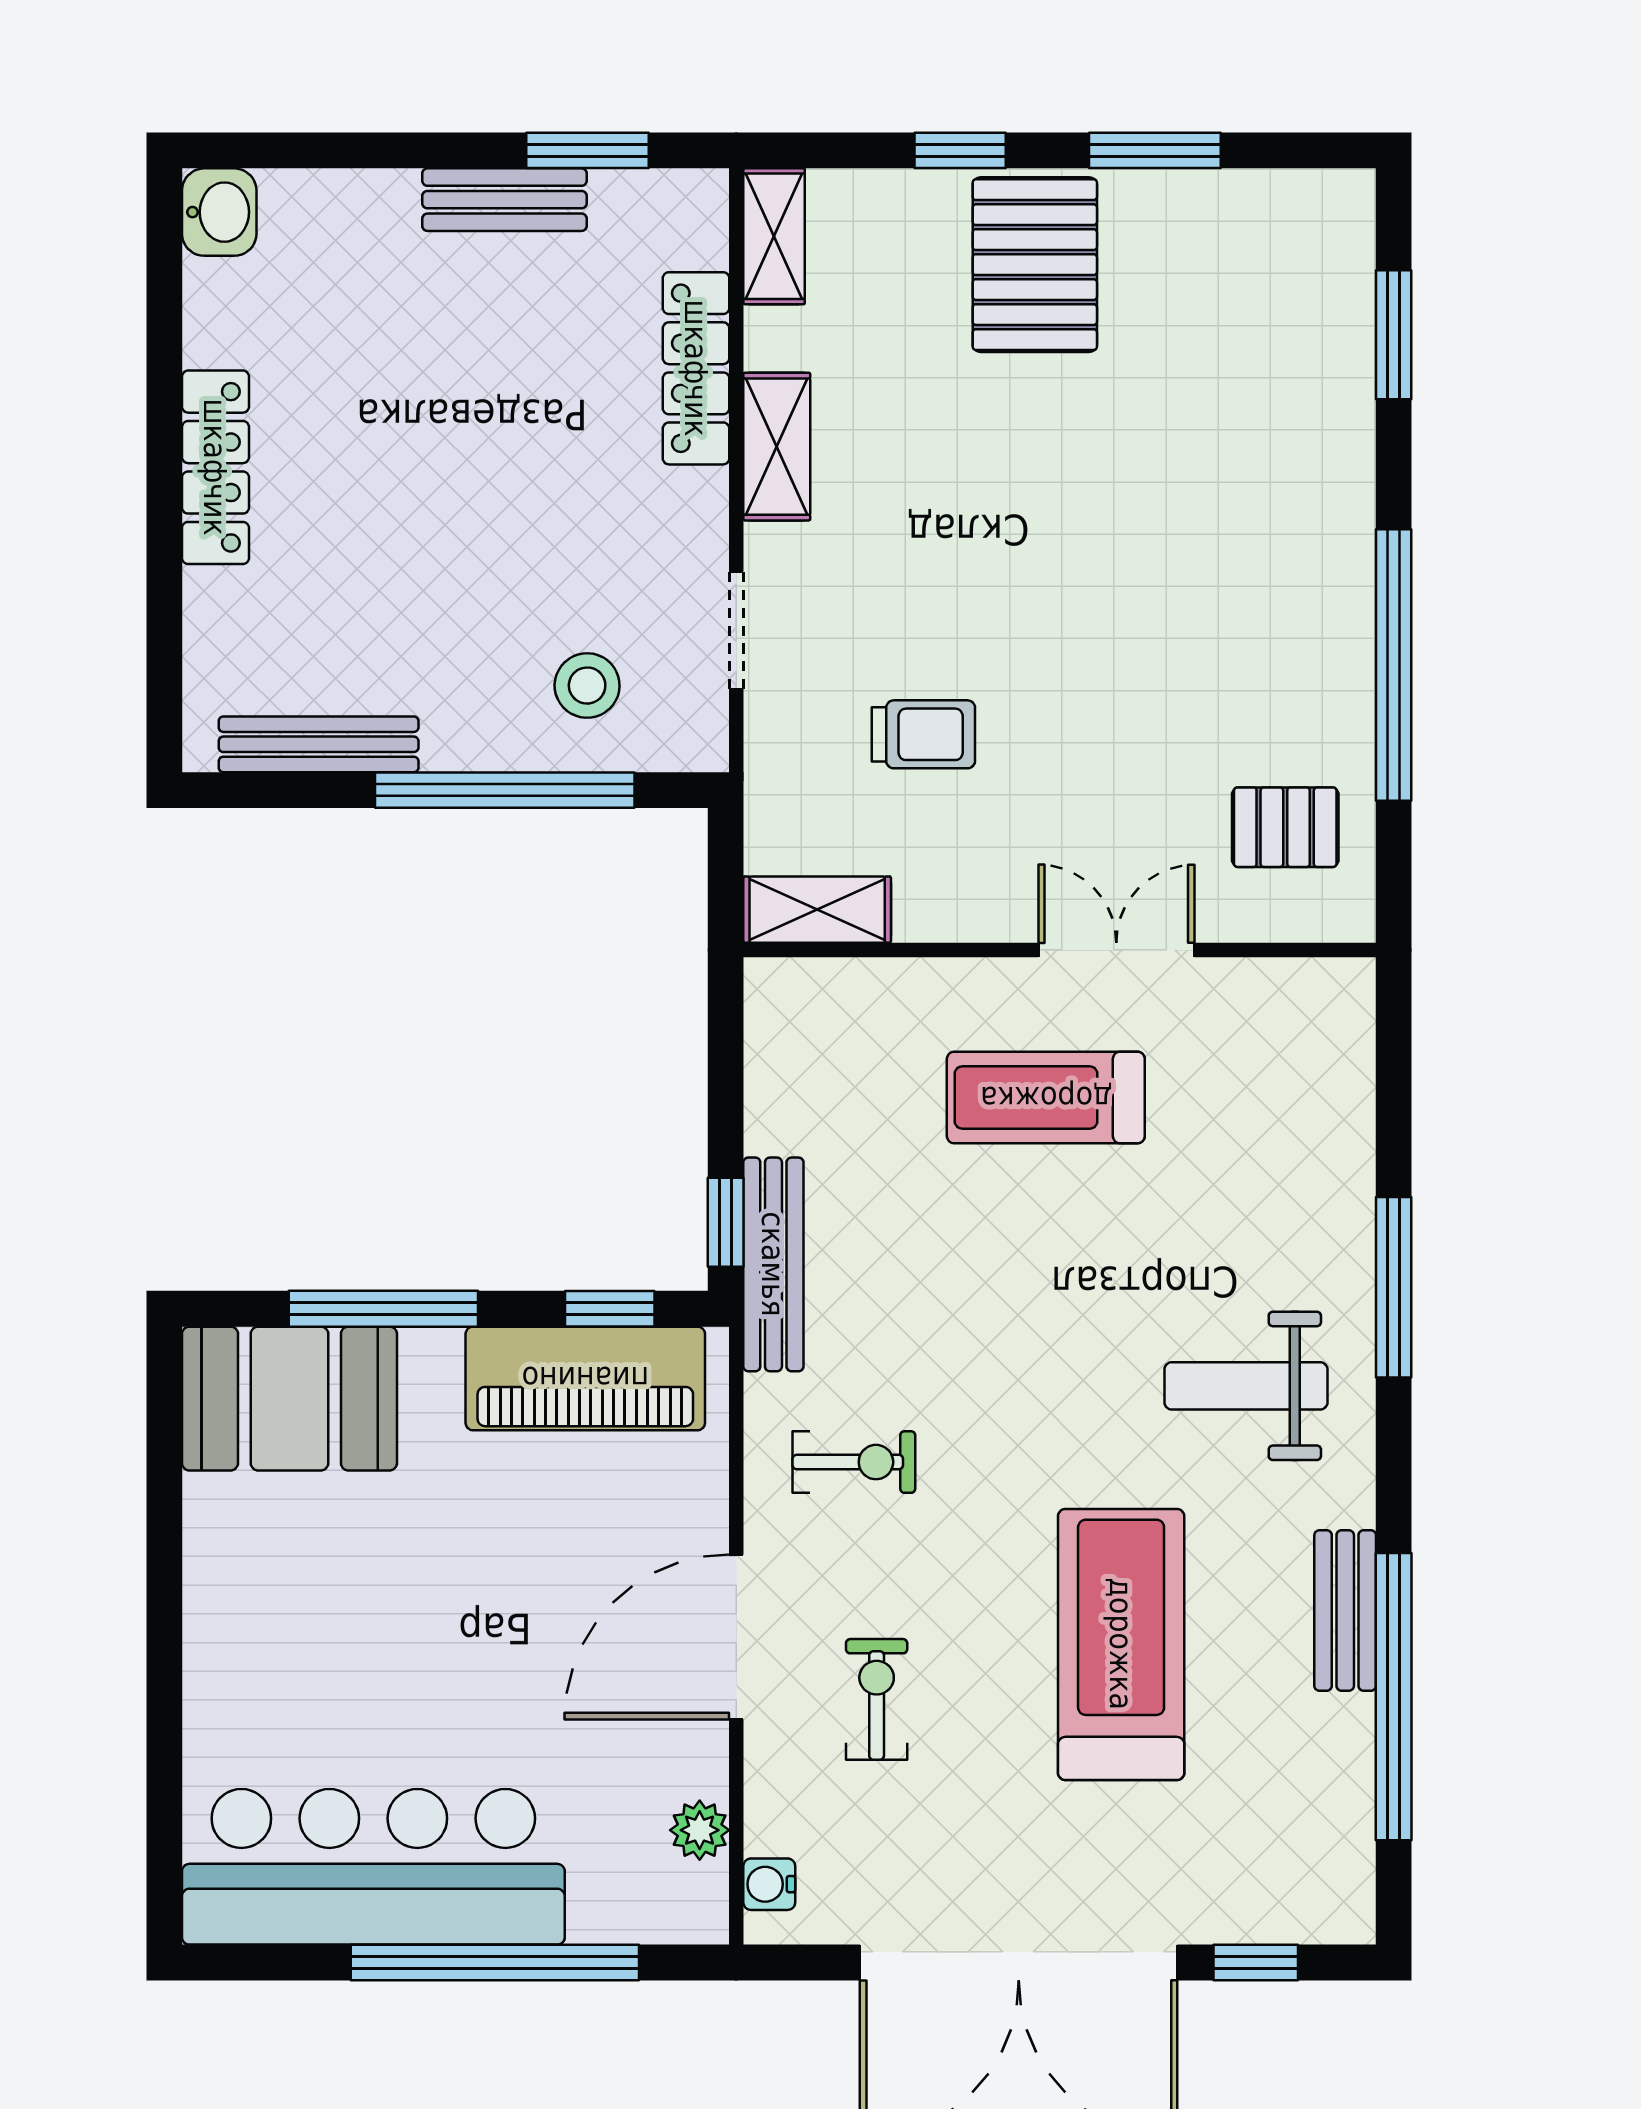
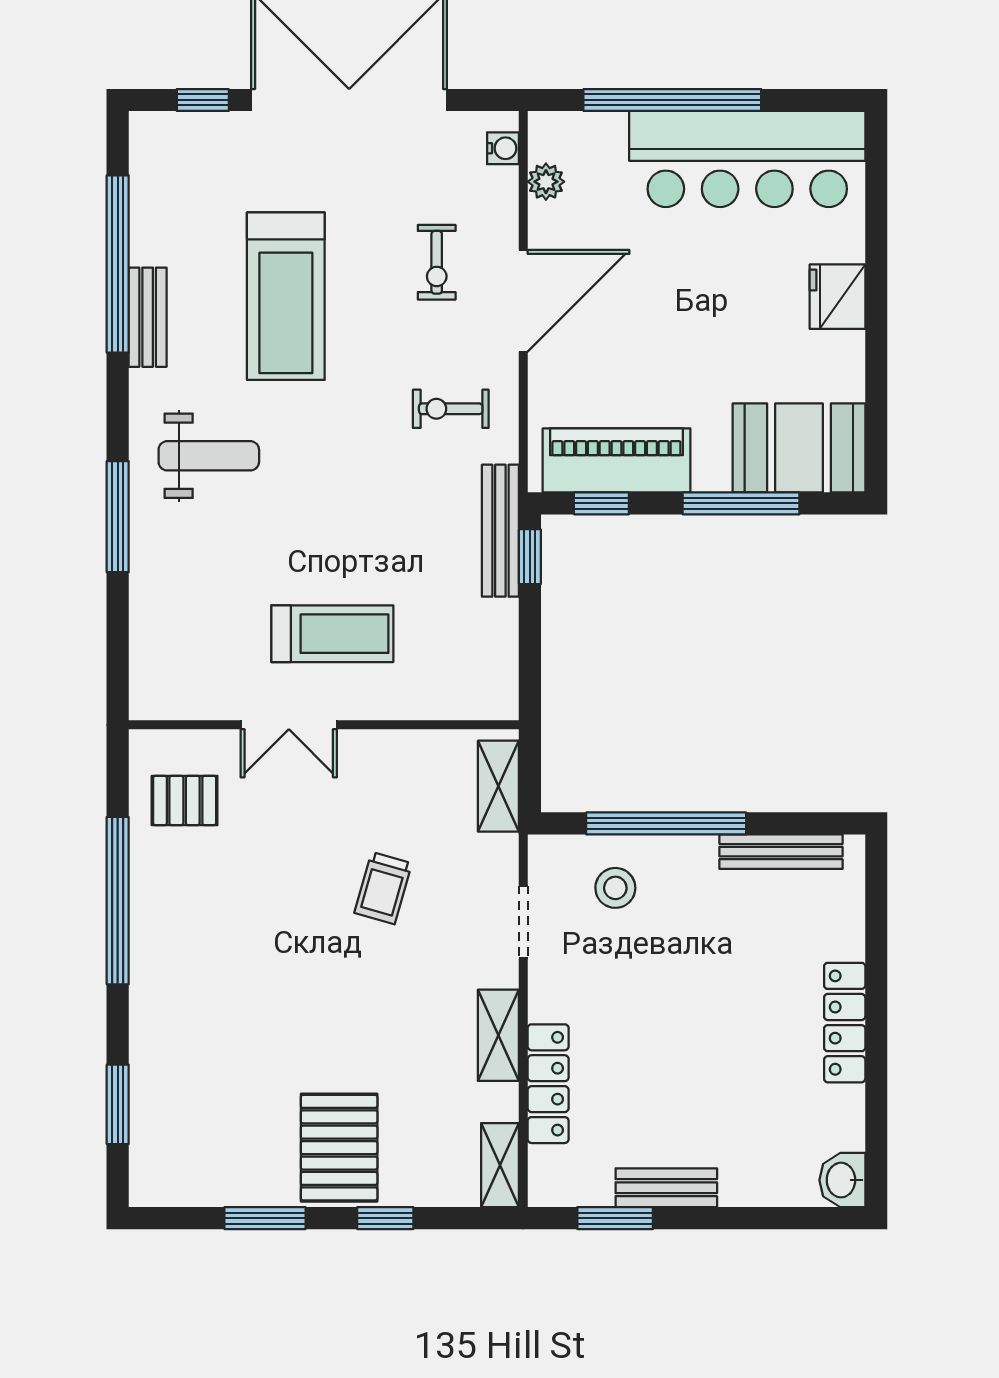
trolley: (923, 734) -> (383, 888), moved, turned -74
shelving: (817, 910) -> (498, 786), moved, turned 90
fridge: (227, 1644) -> (837, 297), added

